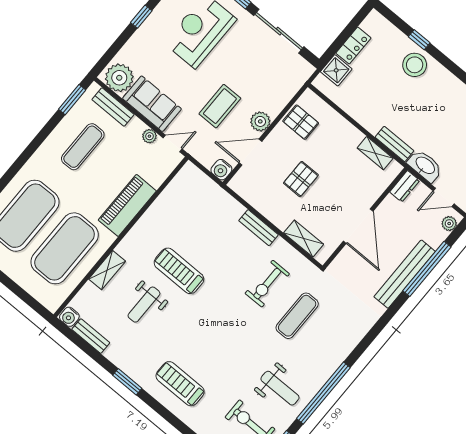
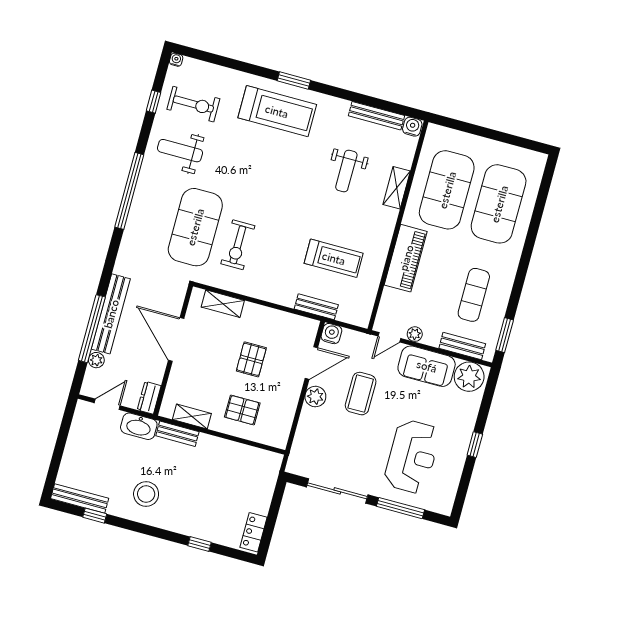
locker: (353, 45) -> (254, 532), moved
stool: (415, 65) -> (146, 494), moved
shower: (336, 70) -> (265, 479), removed
pallet: (301, 122) -> (242, 410), moved
plant: (449, 224) -> (96, 360), moved
bench: (259, 228) -> (316, 307), moved
treadmill: (179, 271) -> (334, 258), moved
exercise bike: (267, 284) -> (238, 245), turned 180
weight bench: (144, 305) -> (346, 171), turned 180
exercise mat: (297, 316) -> (195, 227), width x2.00, depth x1.45
bench: (91, 336) -> (376, 116), width x1.36
window: (127, 382) -> (294, 80), moved
treadmill: (180, 384) -> (277, 111), width x1.37, depth x1.38
window: (323, 393) -> (129, 191), moved

